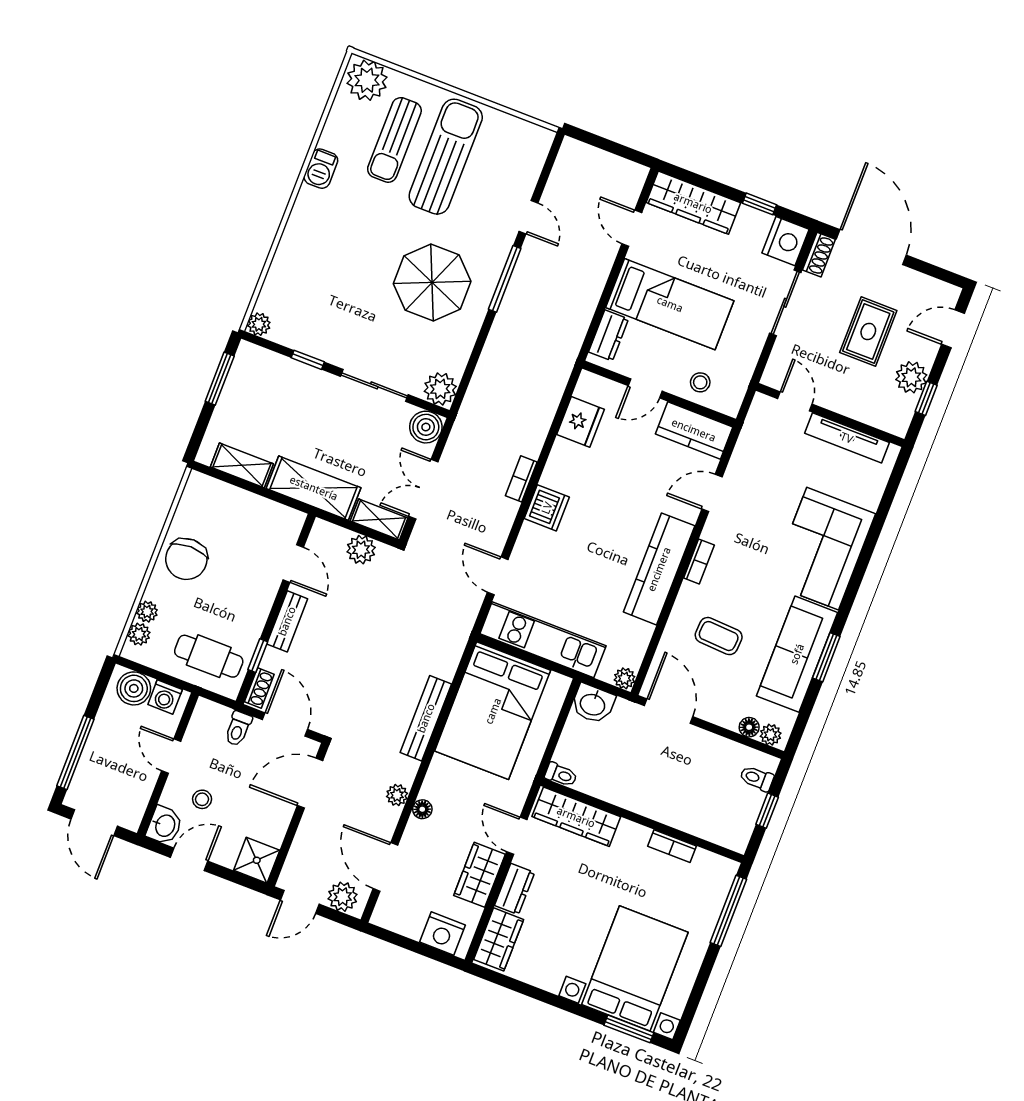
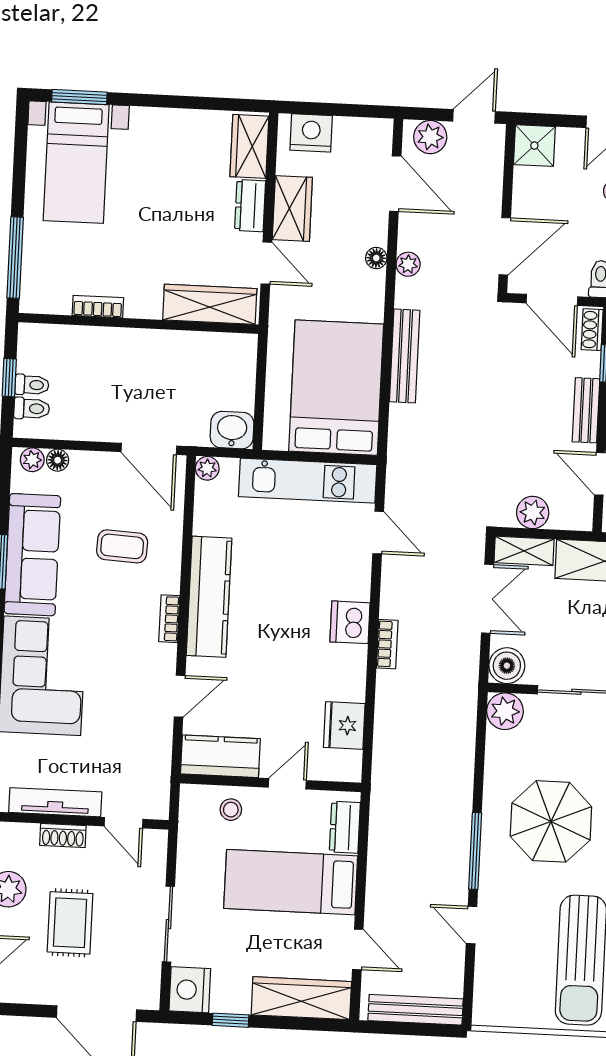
bench: (600, 161) -> (416, 1010), added
shoe rack: (819, 255) -> (63, 835), moved, turned -90
toilet: (561, 775) -> (32, 385), moved, turned 180
bed with nightstands: (635, 968) -> (76, 163), width x0.73

